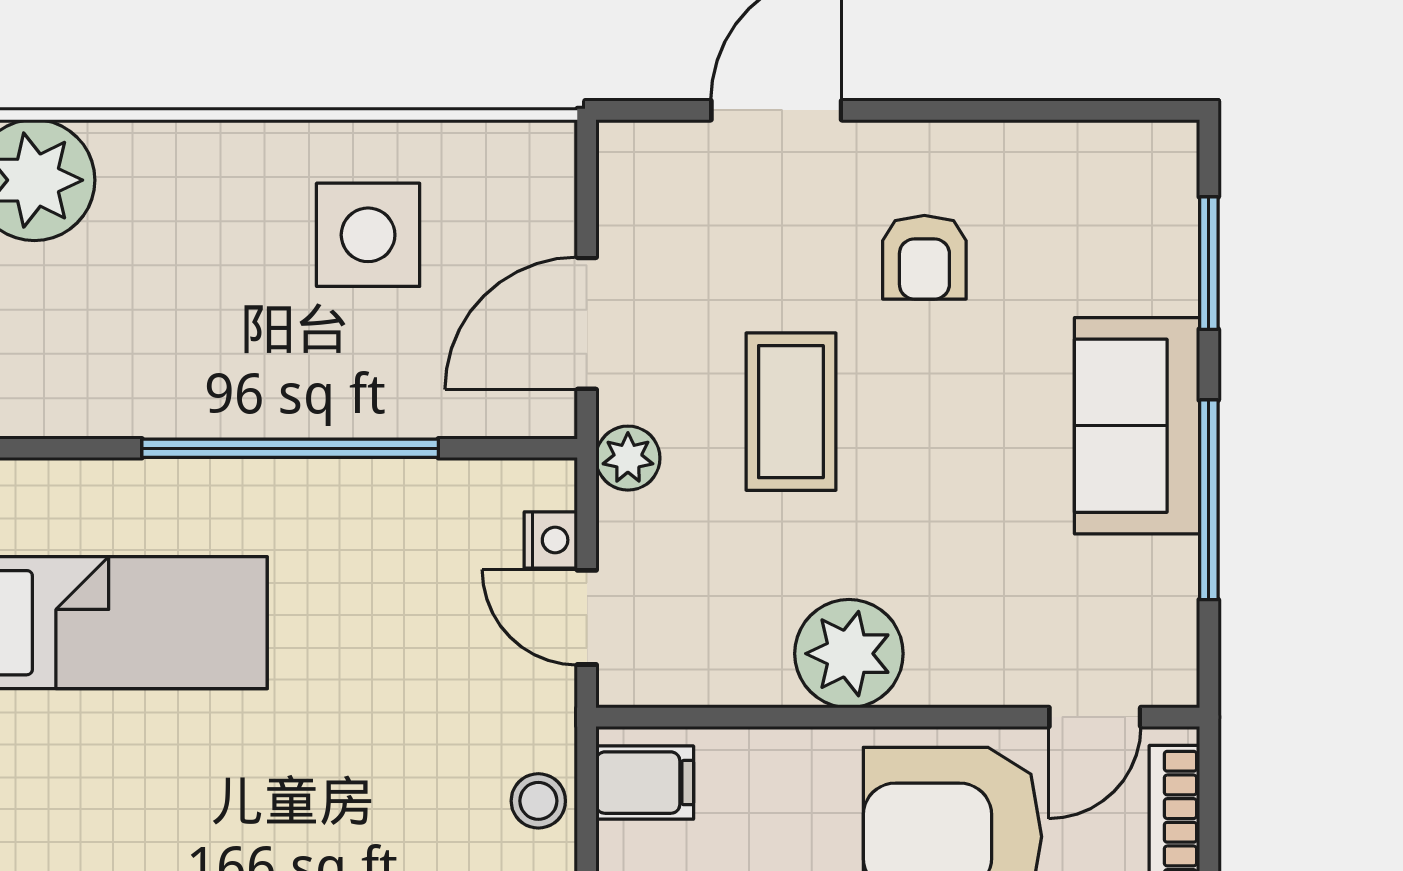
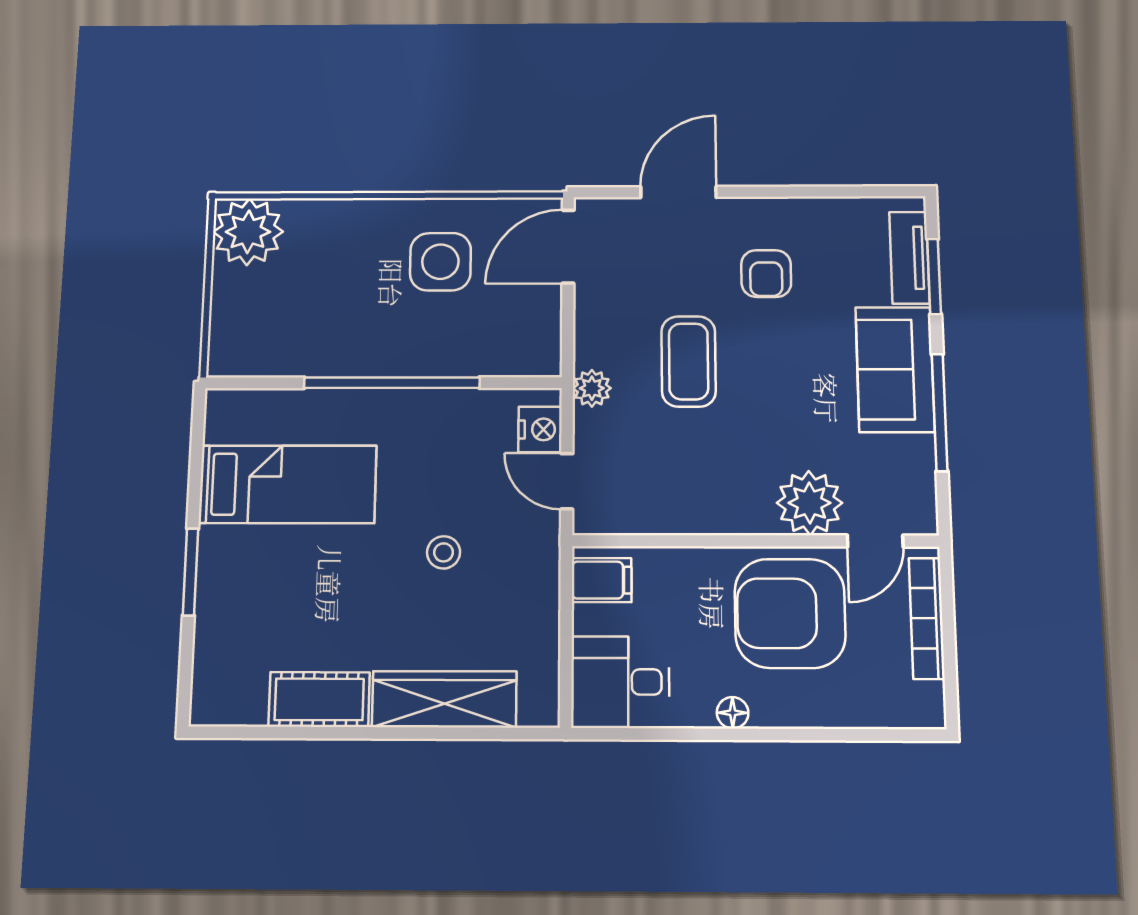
tv unit: (1168, 230) -> (909, 258), added
door: (587, 323) -> (568, 247), moved
nightstand: (551, 540) -> (540, 429), width x1.39, depth x1.35
plant: (849, 654) -> (810, 503), moved
stool: (538, 801) -> (444, 552), moved

